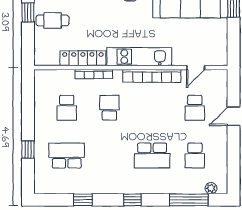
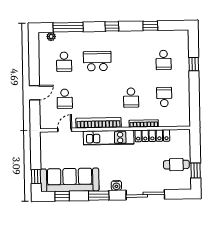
school desk: (195, 108) -> (65, 99), turned 180
school desk: (67, 156) -> (164, 60), width x0.54
school desk: (195, 156) -> (64, 62), turned 180

